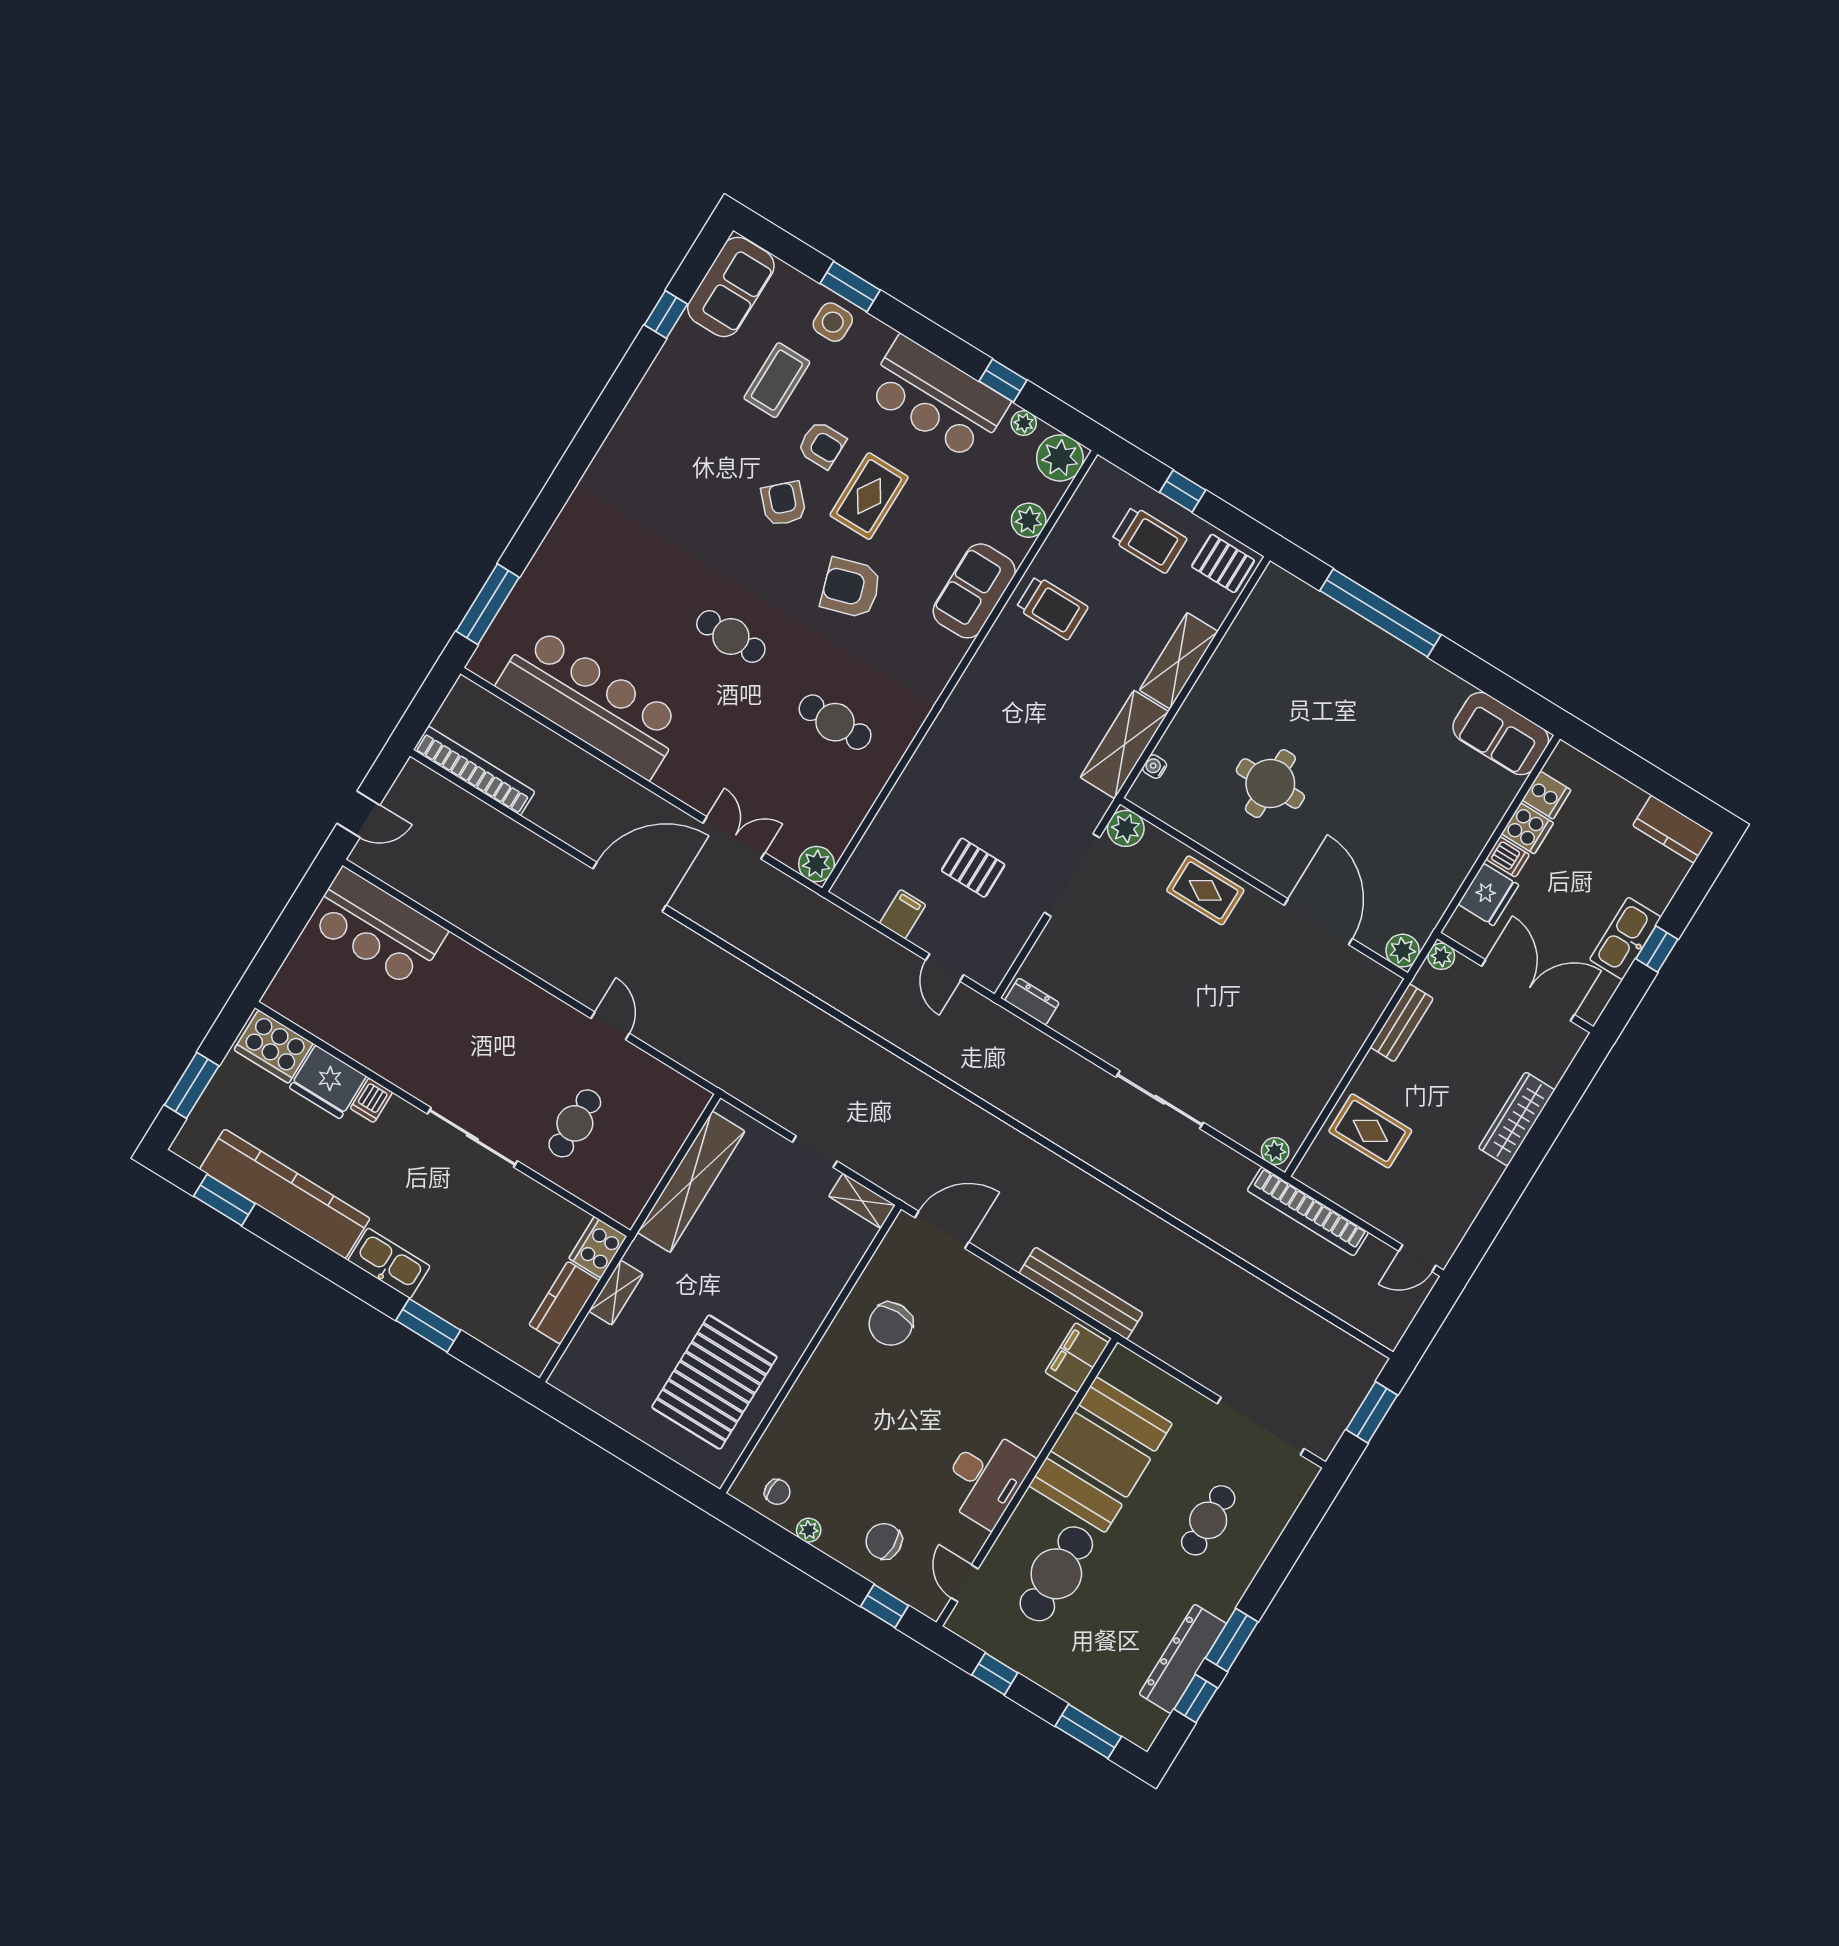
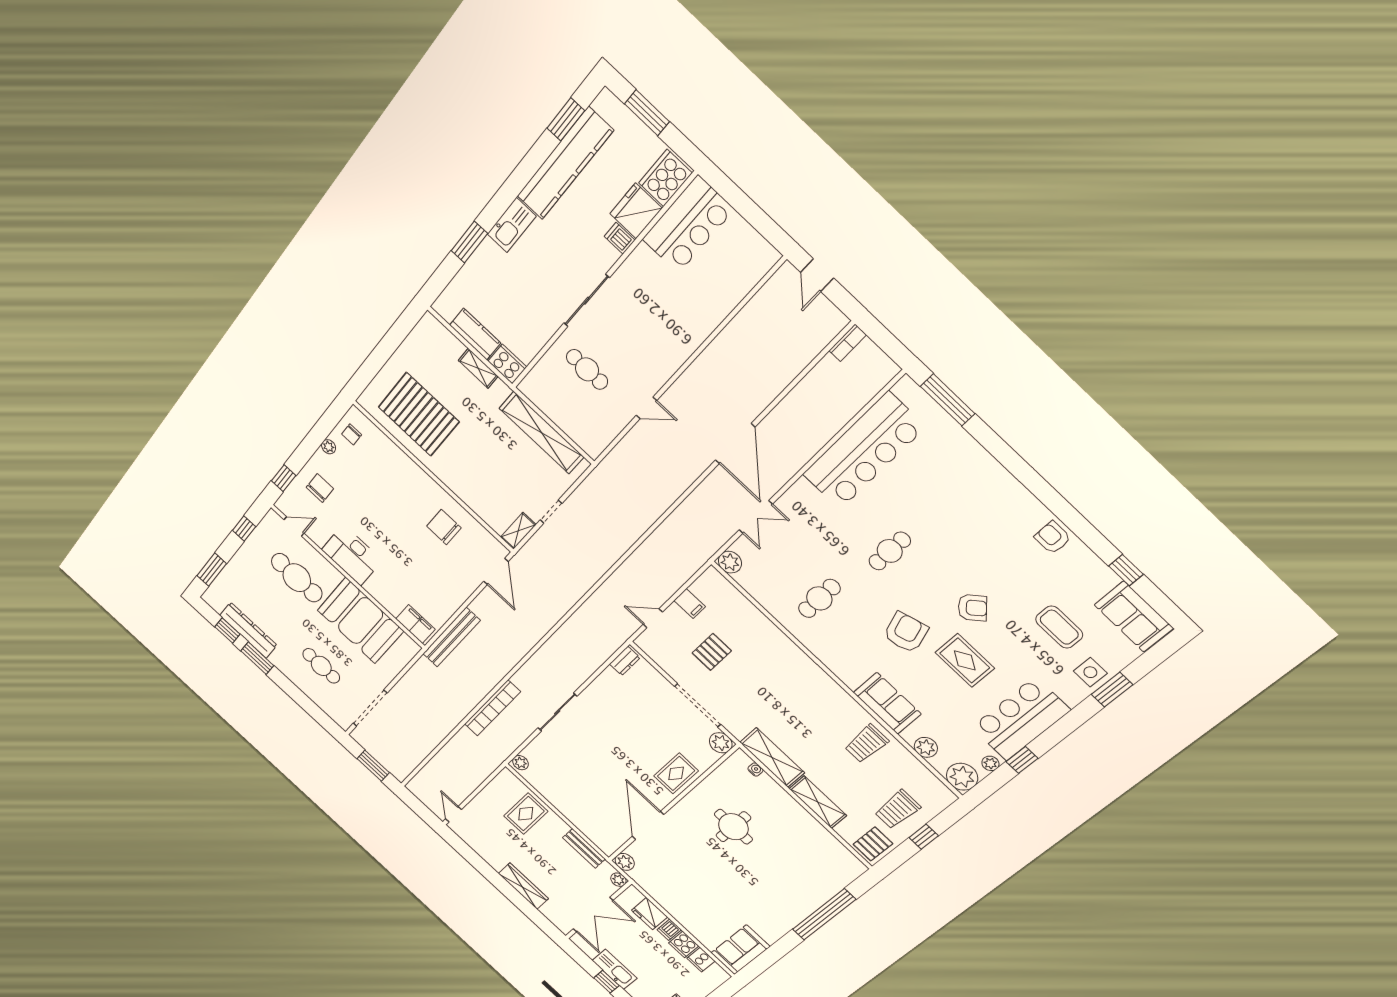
armchair: (822, 445) -> (1053, 538), moved, turned 90
bookcase: (474, 771) -> (848, 343), width x0.43, depth x0.76
door: (1318, 922) -> (648, 825), swing flipped
bar counter: (378, 928) -> (688, 224), moved, turned 180
bookcase: (1308, 1211) -> (492, 708), moved, turned 180

